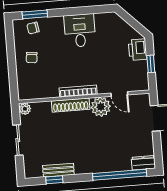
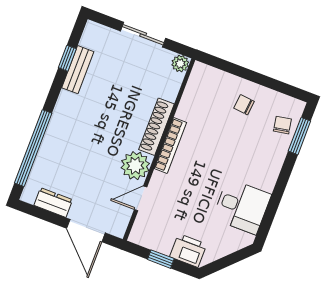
desk: (80, 31) -> (242, 206), moved
dresser: (143, 163) -> (53, 202), moved, turned -90

